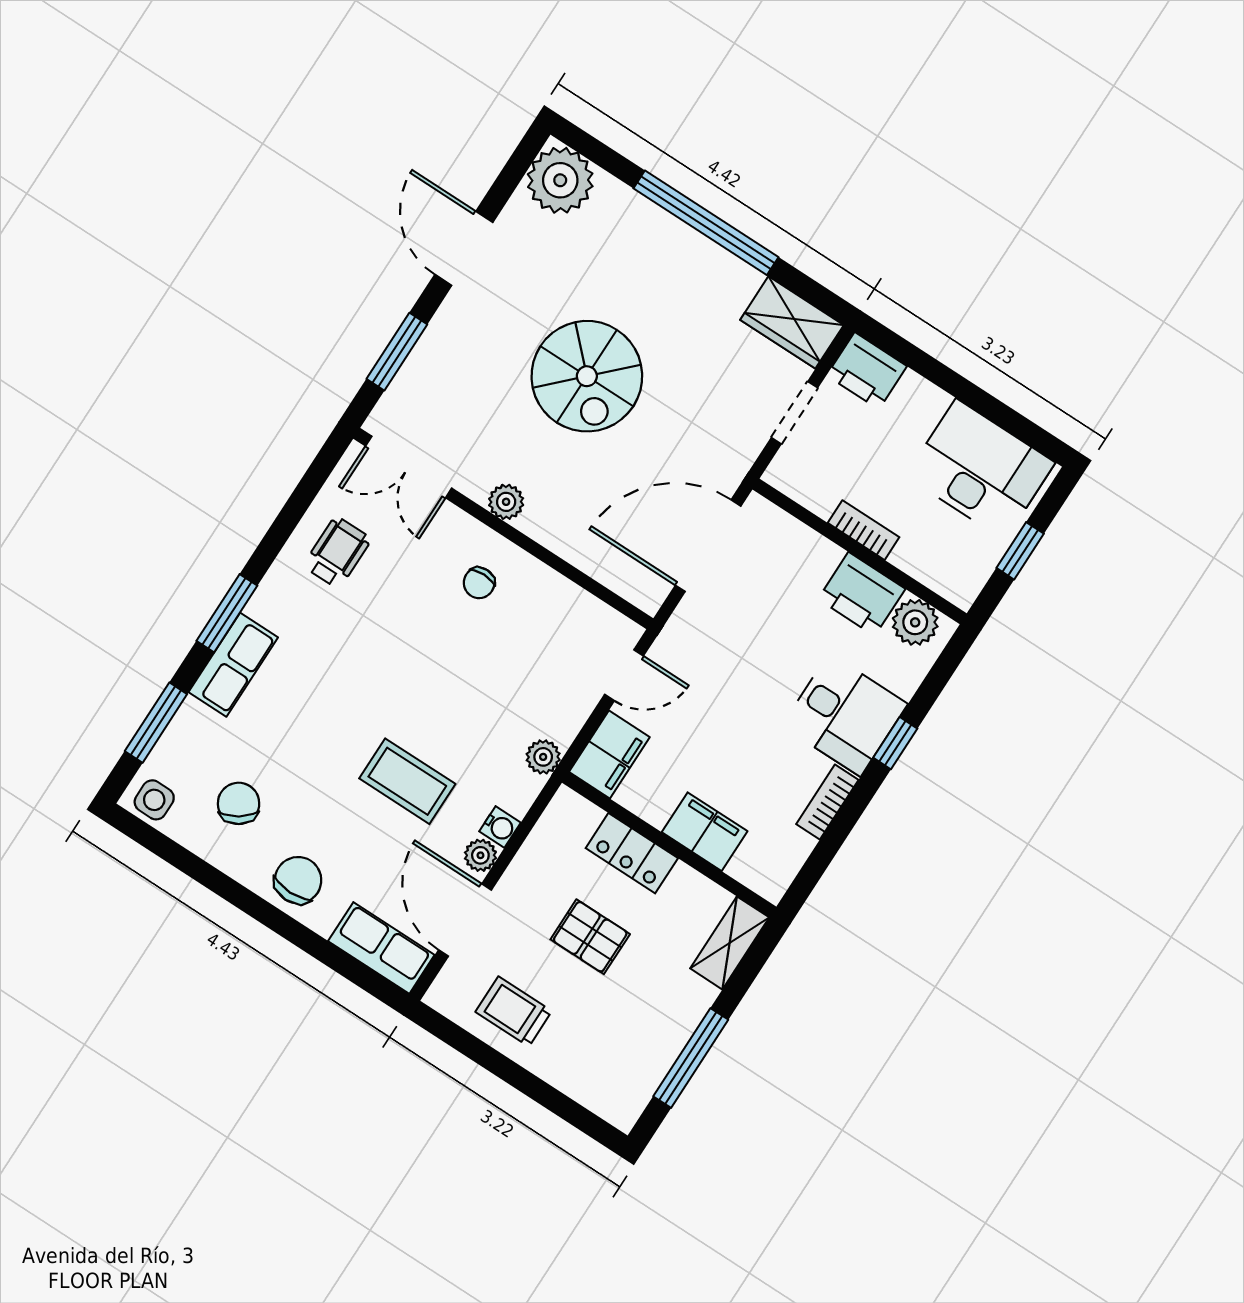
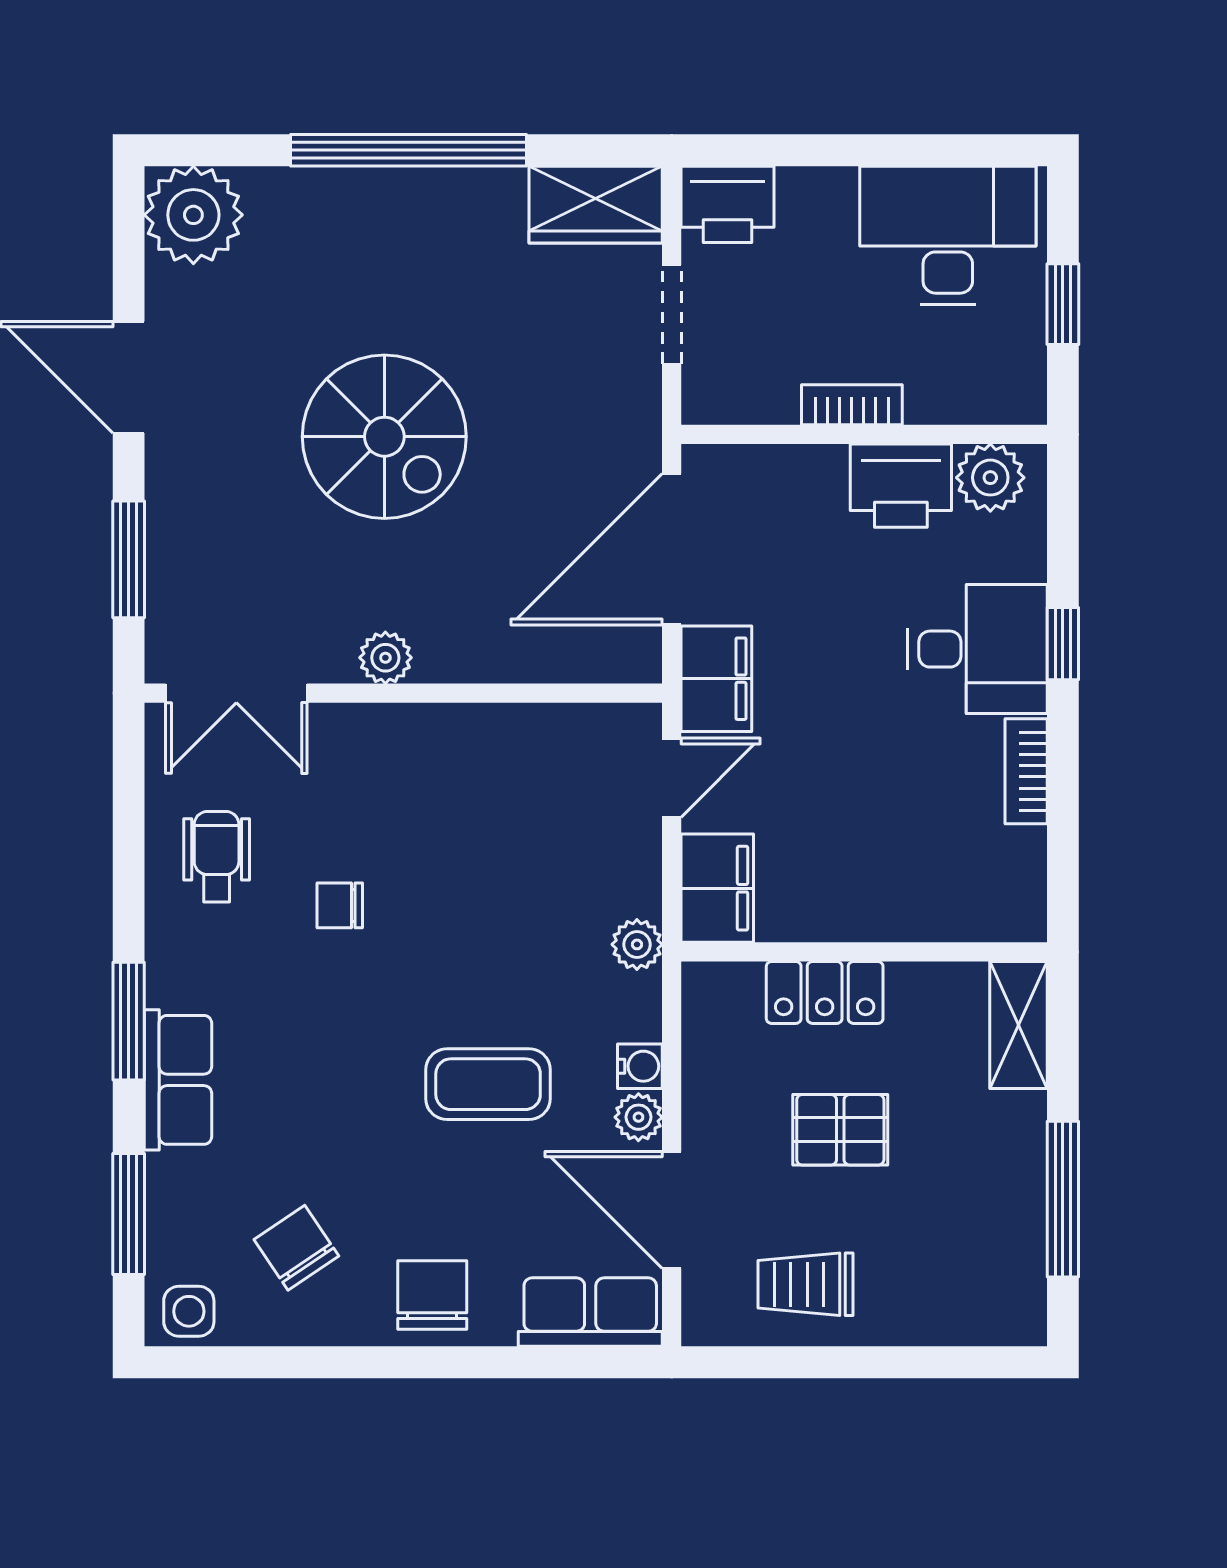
chair: (479, 583) -> (340, 905), moved, turned 90
filing cabinet: (705, 832) -> (716, 679), moved, turned 90

